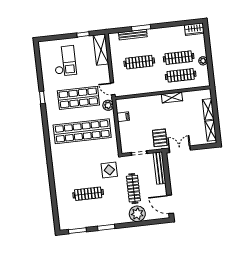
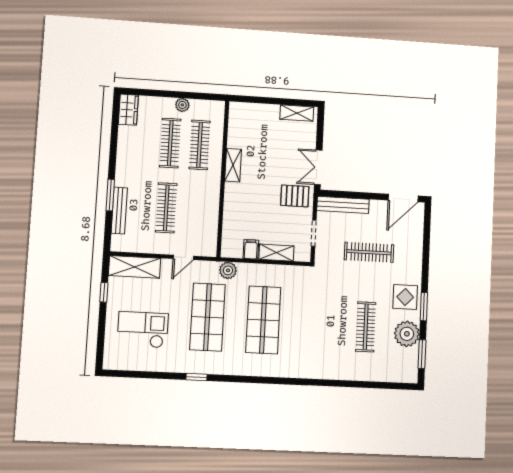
door: (113, 89) -> (183, 257), moved
shelving: (208, 109) -> (276, 253), moved
shop shelf: (82, 131) -> (263, 320), width x0.71
display table: (109, 170) -> (405, 297), moved
plant: (137, 214) -> (407, 334), moved

